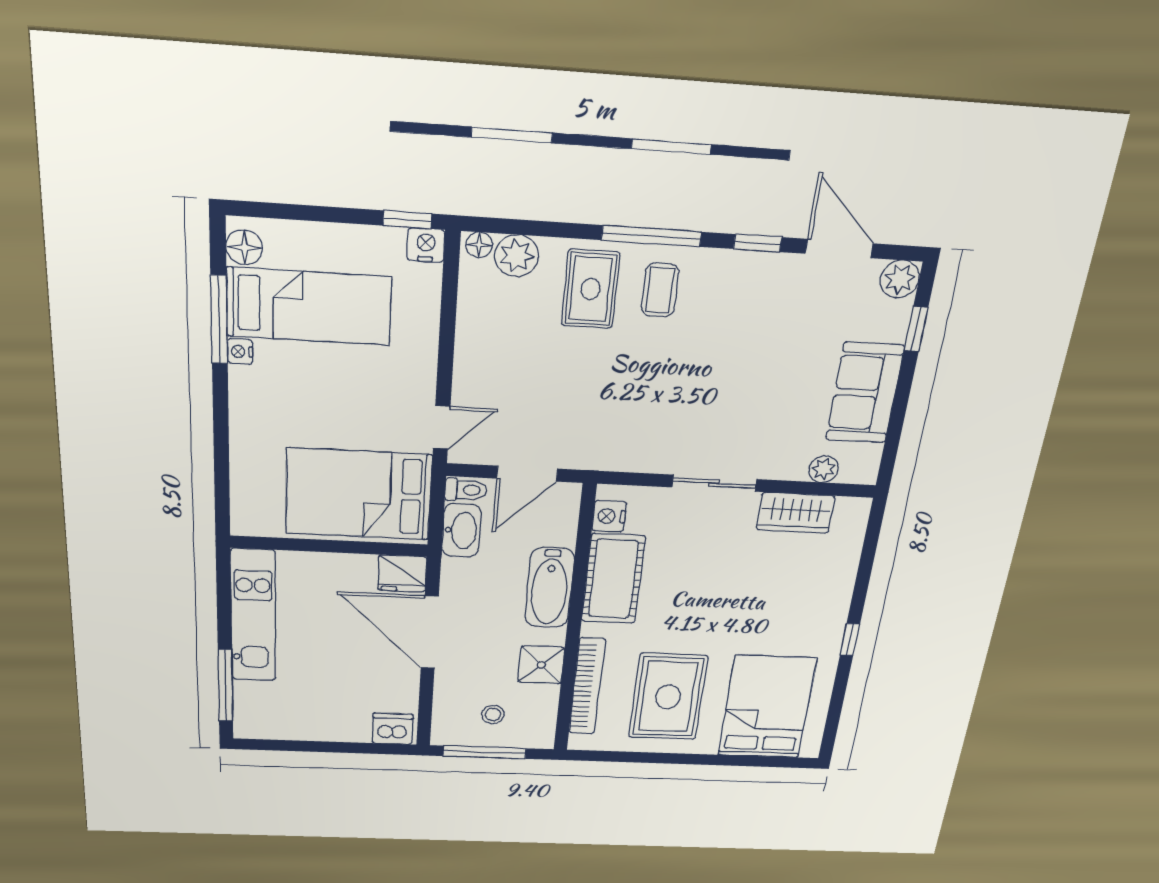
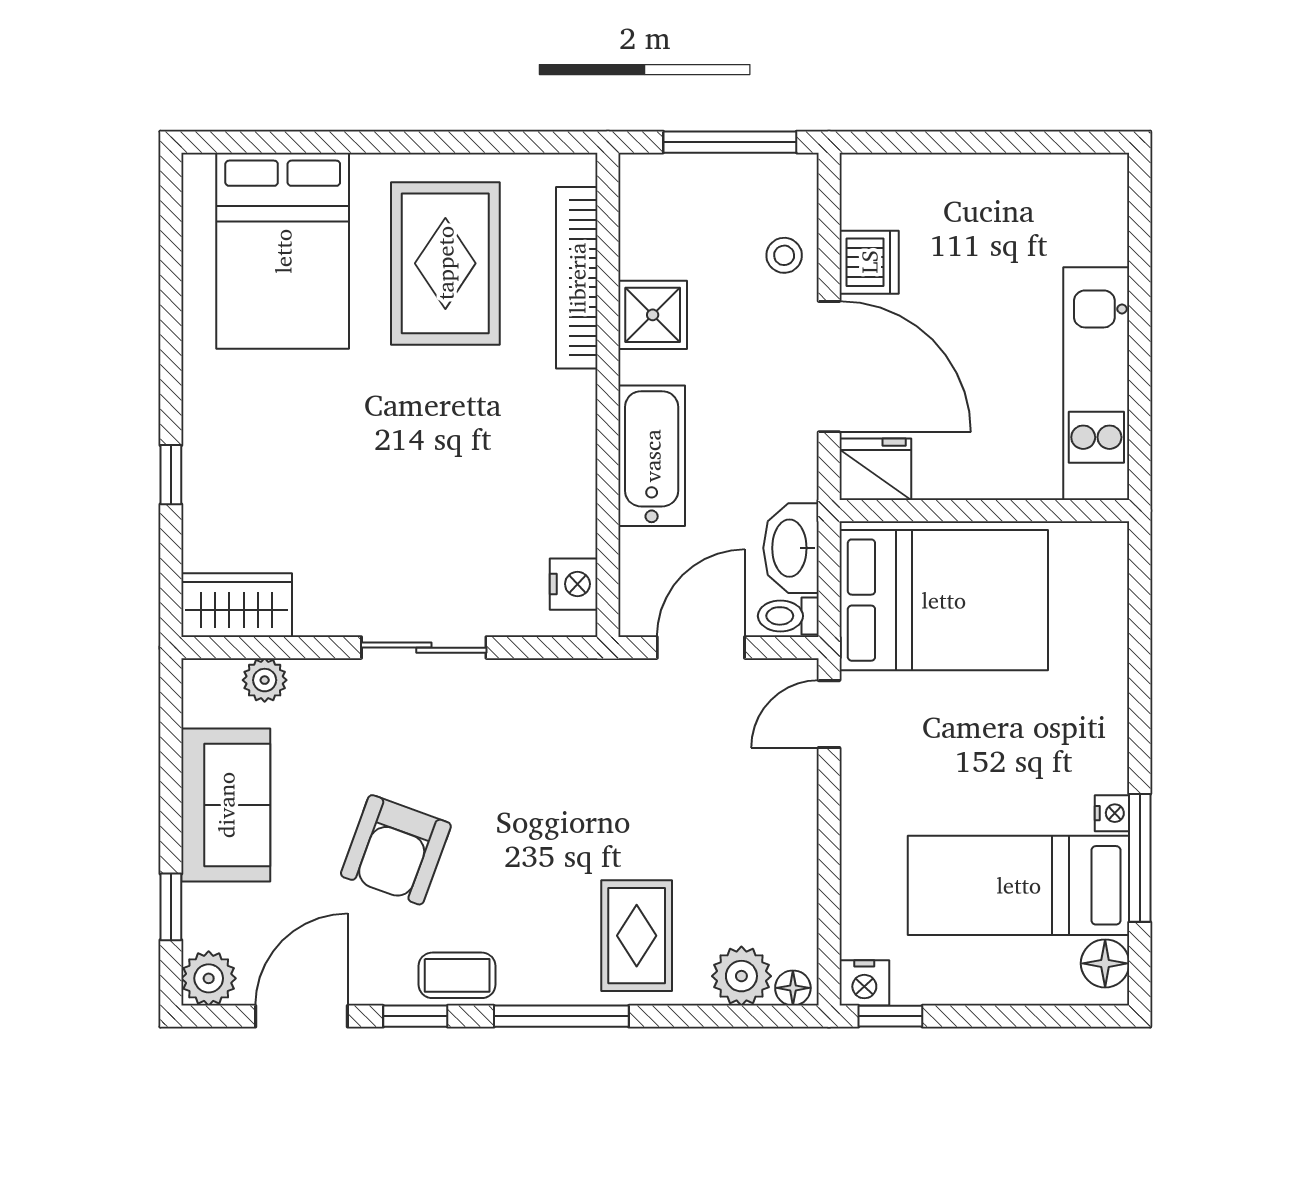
door: (839, 249) -> (302, 1016), swing flipped
coffee table: (660, 290) -> (457, 975), moved, turned 90
armchair: (753, 357) -> (396, 850), added
wardrobe: (795, 513) -> (237, 605), moved
cot: (613, 579) -> (556, 476), removed
window: (850, 640) -> (171, 475), moved
window: (225, 686) -> (1140, 254), removed
stool: (493, 715) -> (784, 255), moved
dishwasher: (393, 729) -> (869, 262), moved, turned -90

